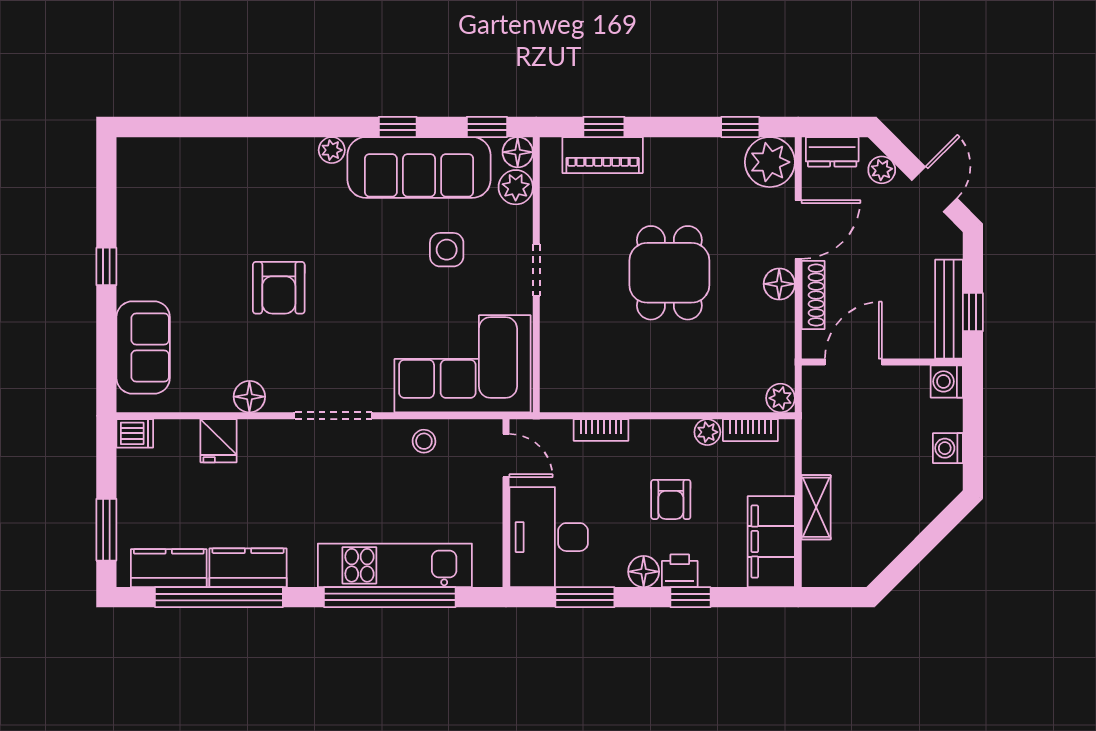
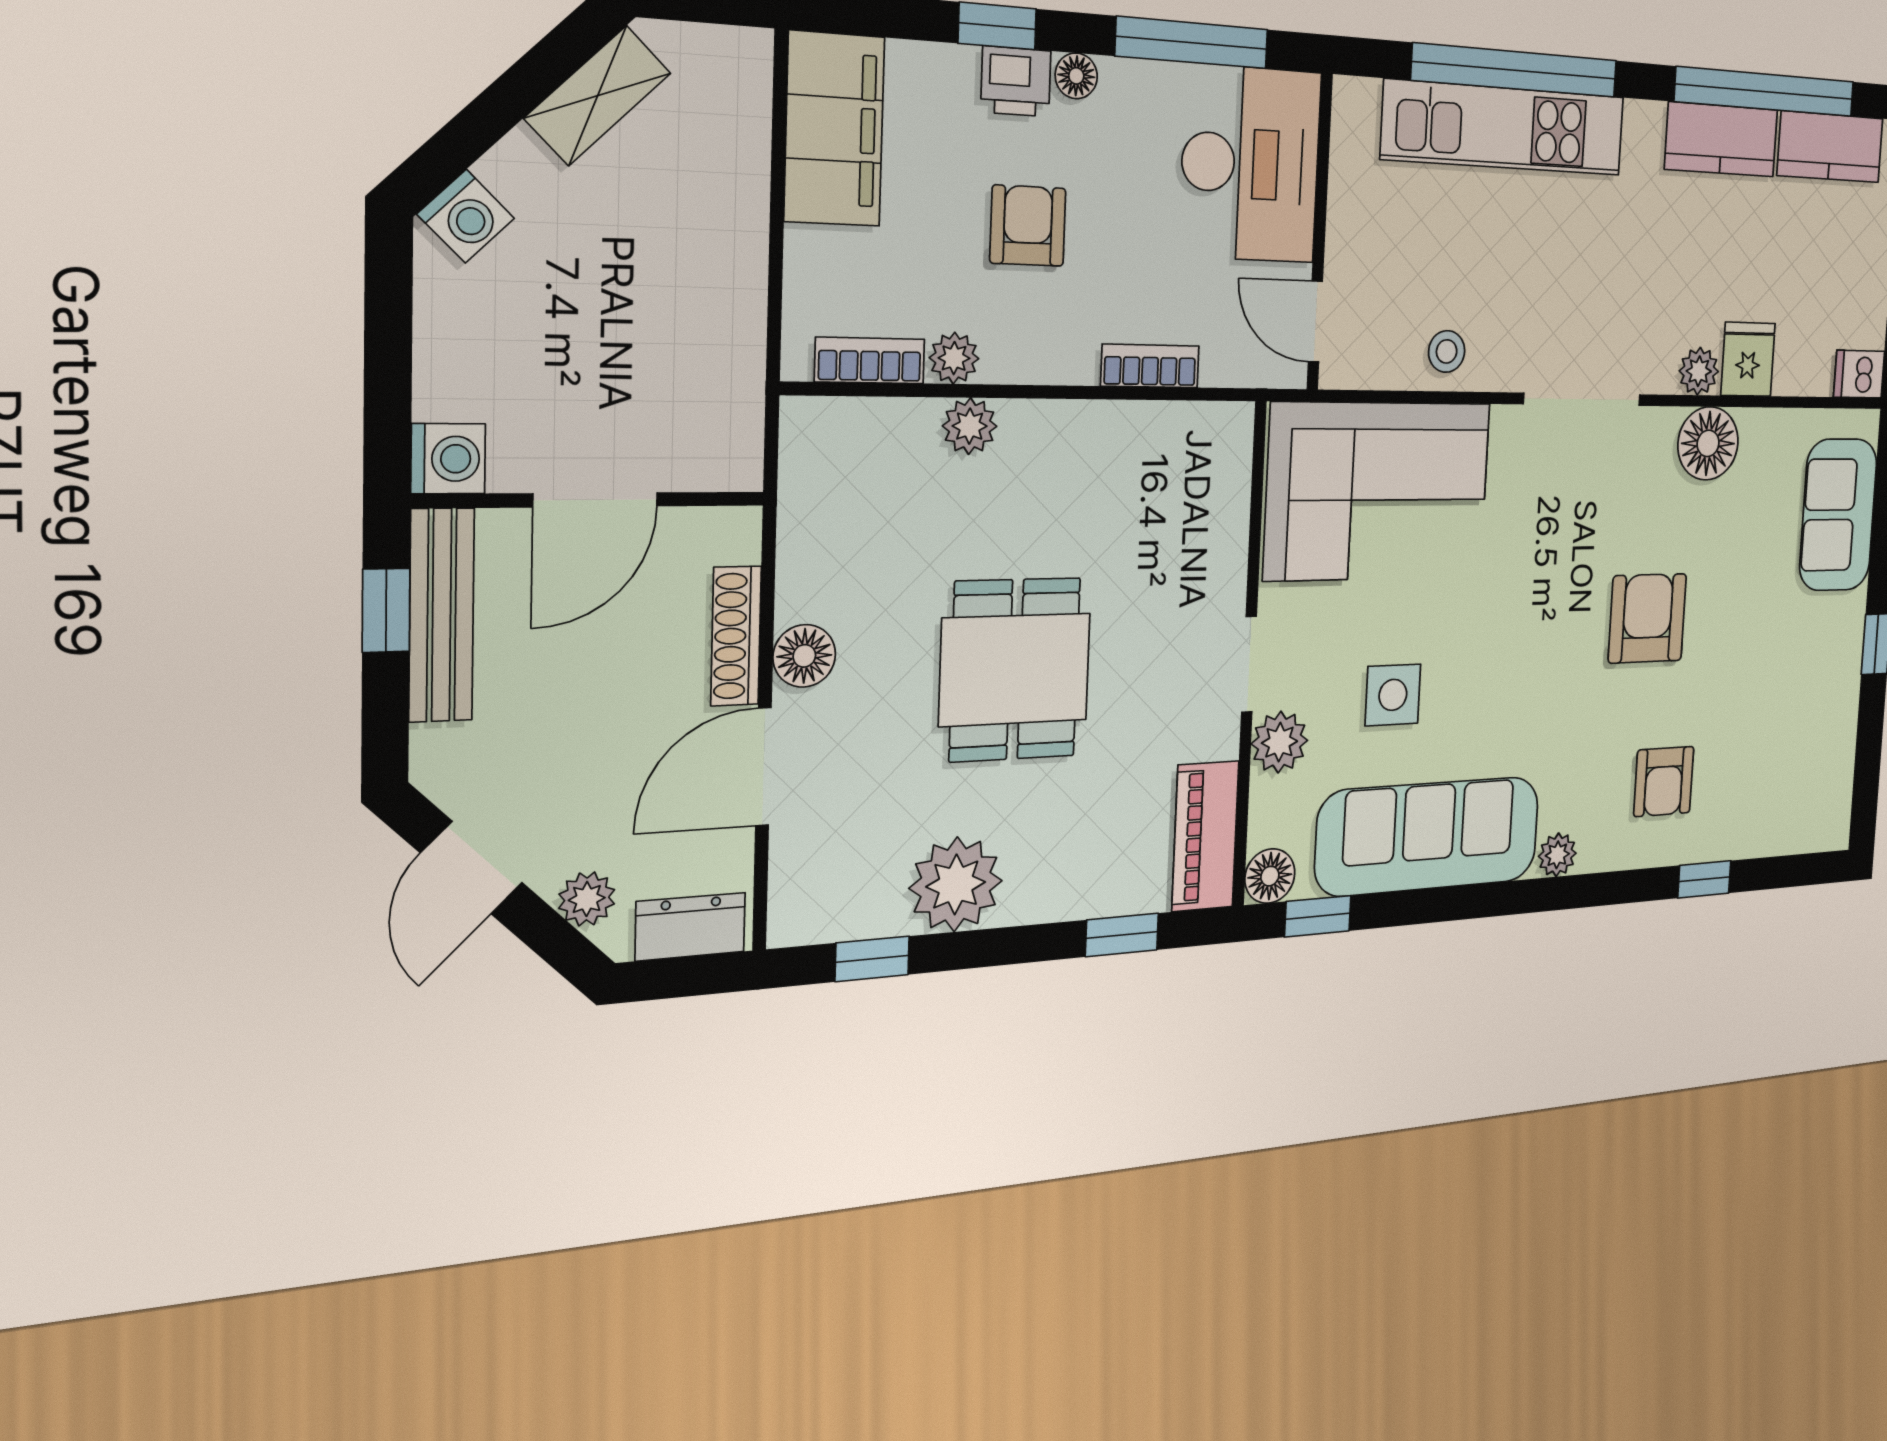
window: (398, 127) -> (1704, 879), moved
piano: (603, 155) -> (1205, 836), moved, turned -90
plant: (770, 162) -> (956, 884), moved
plant: (516, 187) -> (1280, 742), moved
armchair: (260, 189) -> (1664, 782), added
door: (853, 362) -> (596, 500), moved
floor lamp: (249, 397) -> (1708, 443), width x1.38, depth x1.38
plant: (780, 398) -> (970, 426), moved
plant: (253, 433) -> (1699, 371), added
washing machine: (948, 448) -> (466, 216), moved, turned 45
shelving: (816, 507) -> (598, 96), moved, turned 45
floor lamp: (644, 572) -> (1076, 76), width x0.73, depth x0.73
window: (585, 597) -> (1192, 43), width x1.44

